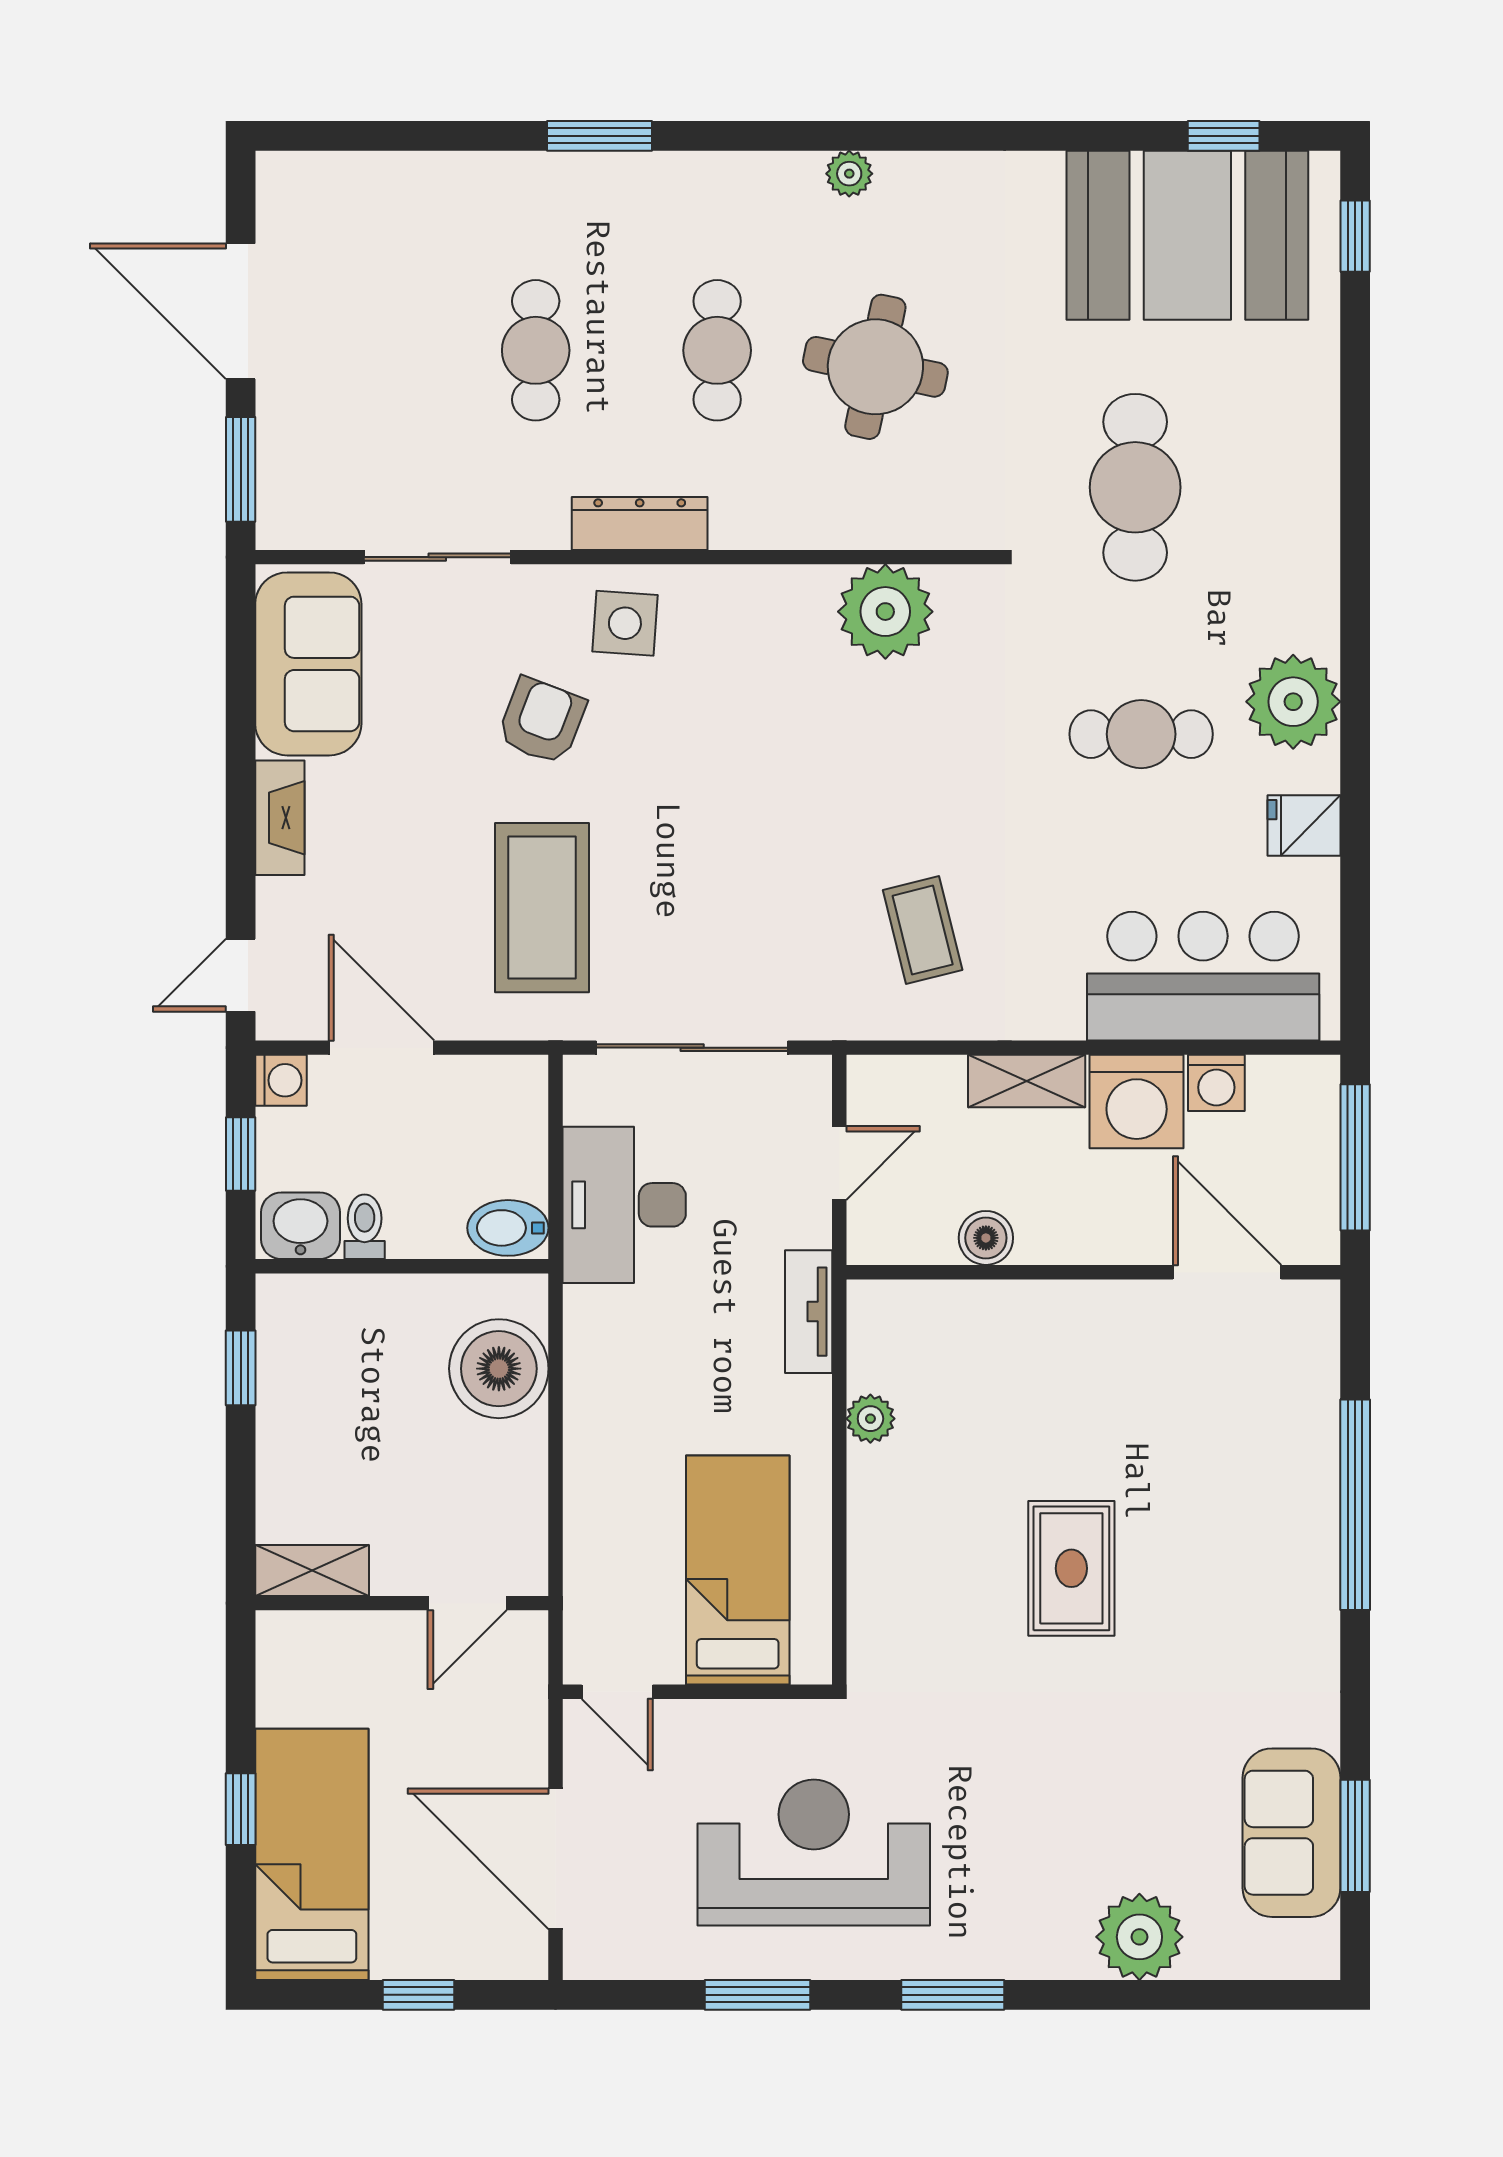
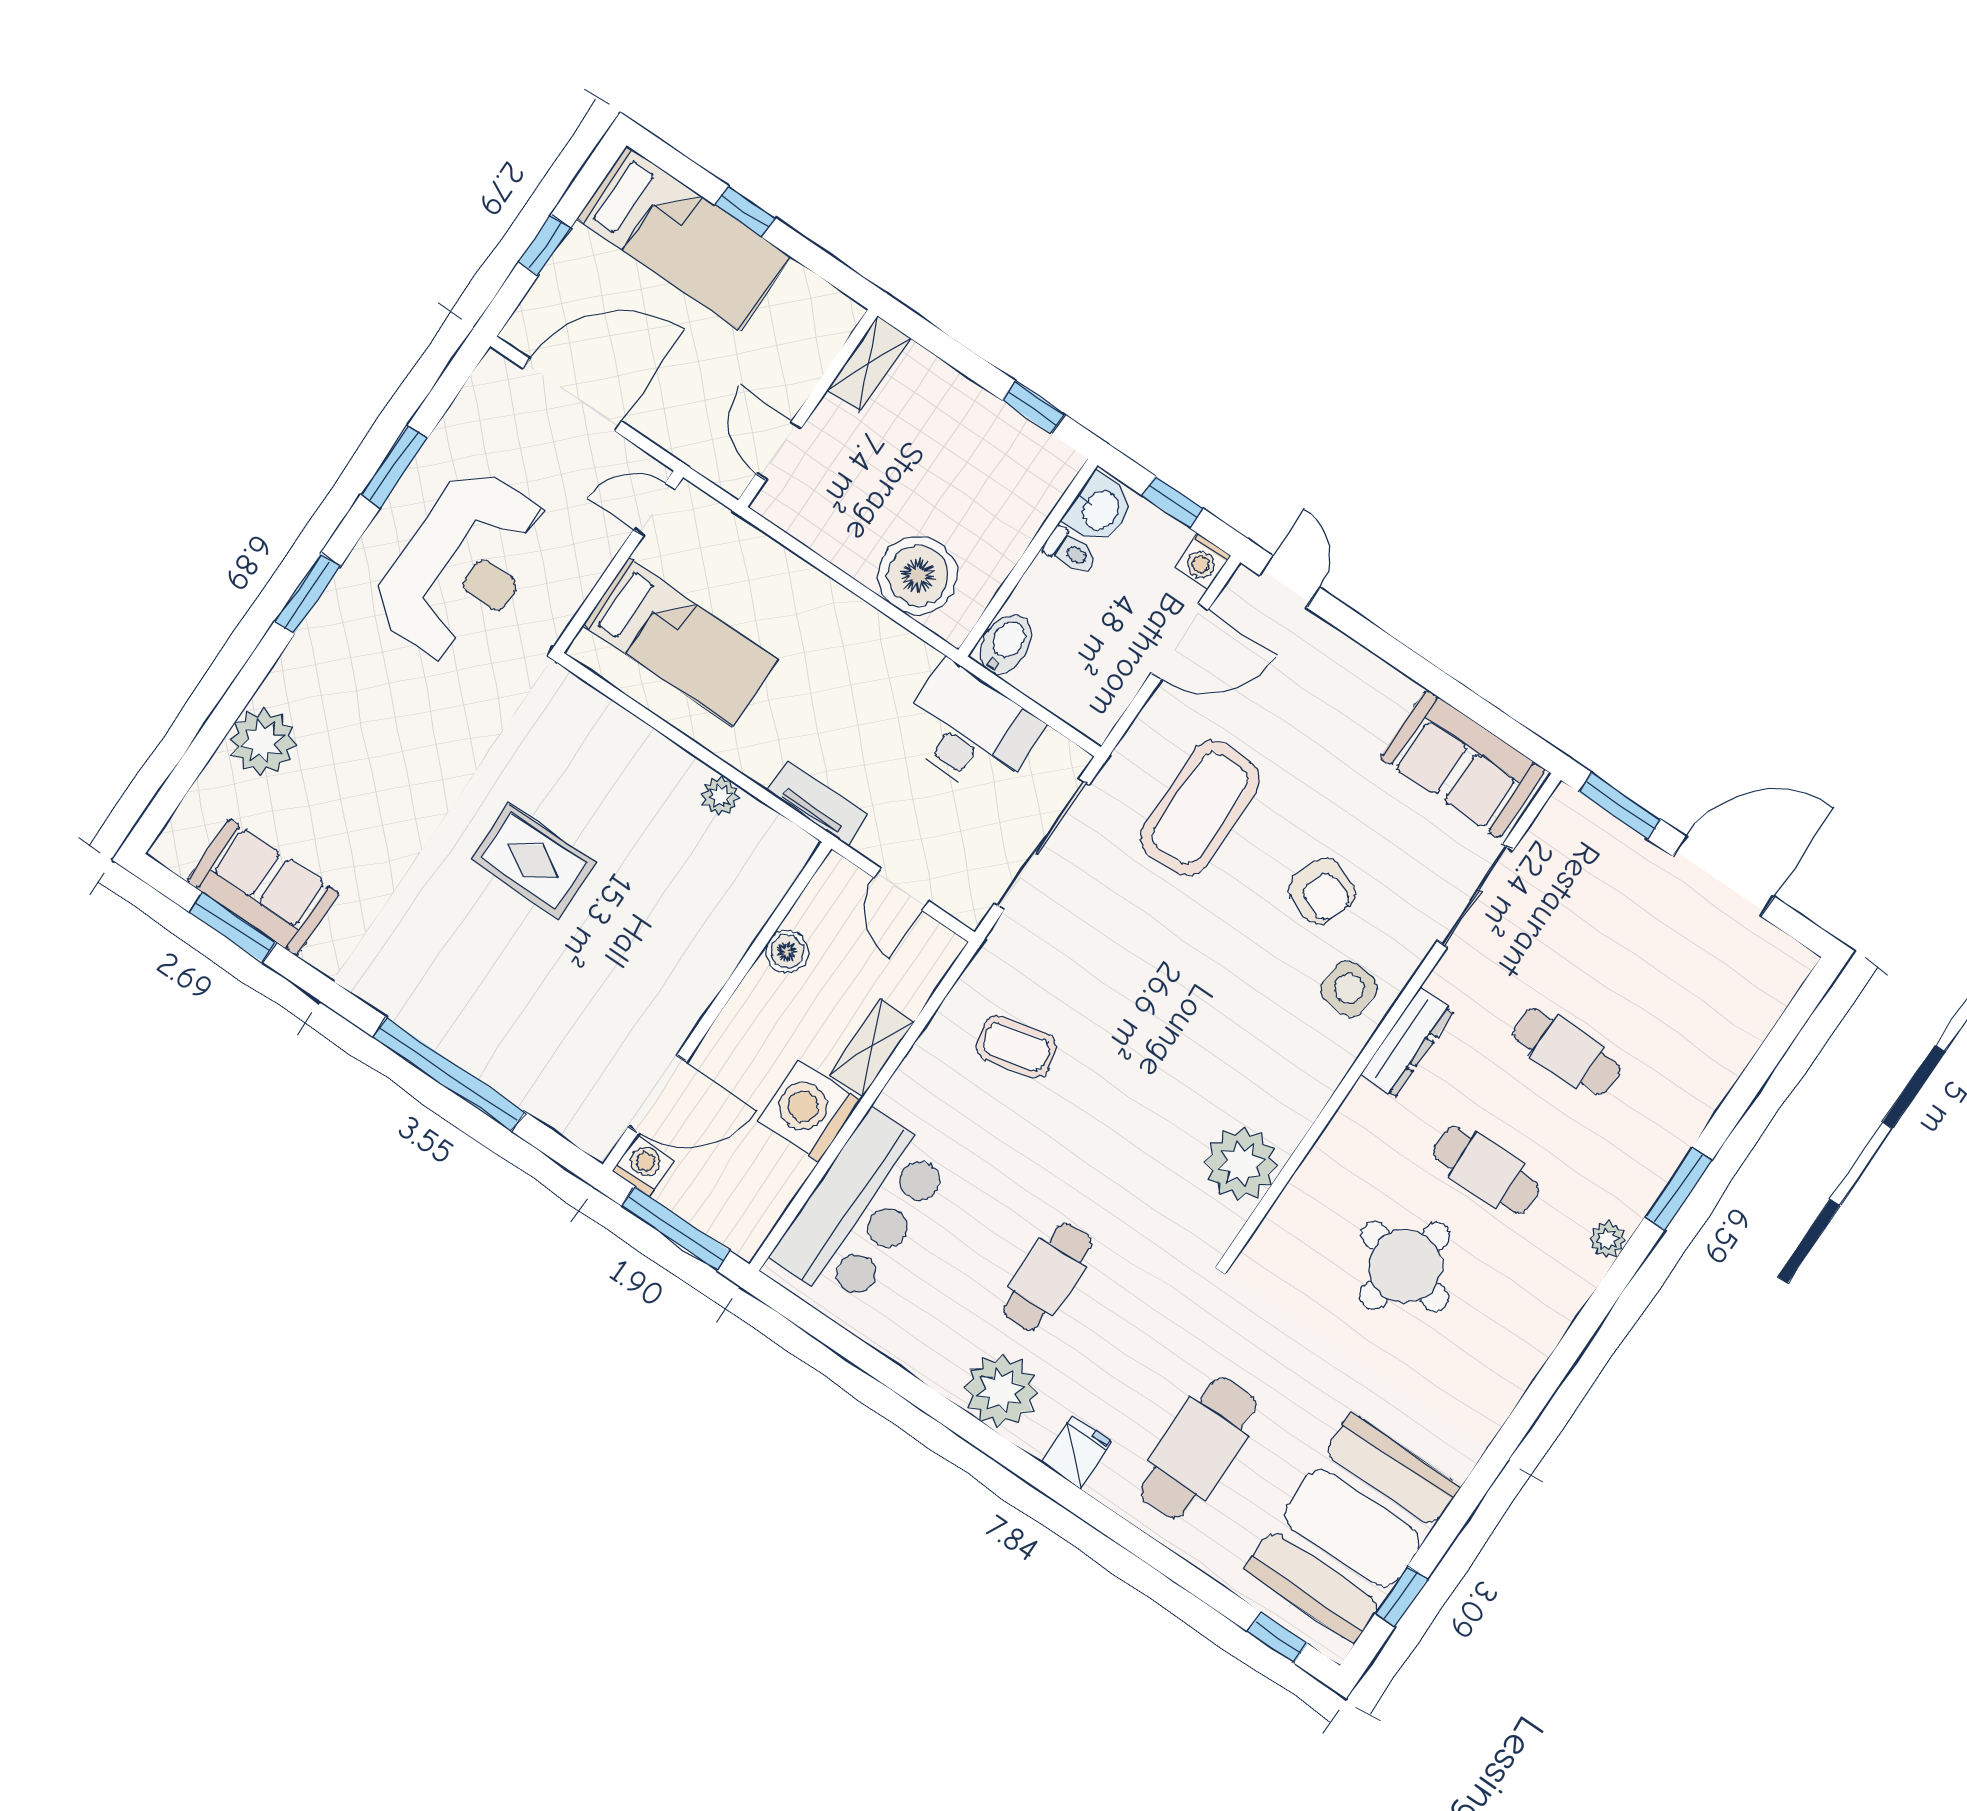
plant: (849, 174) -> (1607, 1240), moved
cafe table: (1135, 487) -> (1198, 1448), moved, turned 90
fireplace: (280, 818) -> (1375, 677), removed
fridge: (1304, 826) -> (1077, 1452), moved
coffee table: (542, 908) -> (1200, 808), turned 90
washing machine: (1216, 1083) -> (643, 1165), moved, turned 90

